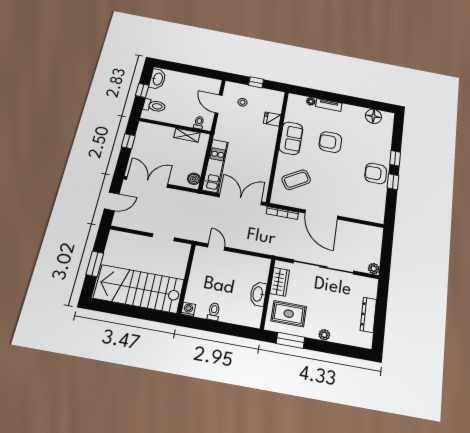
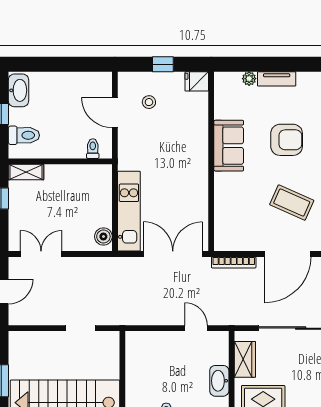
fridge: (272, 119) -> (197, 81), moved
shelving: (187, 135) -> (26, 172), moved
armchair: (330, 142) -> (287, 140), turned 180
coffee table: (296, 180) -> (292, 203), moved, turned 55
double door: (147, 182) -> (41, 254), width x0.73
door: (321, 215) -> (288, 254), hinge flipped
door: (216, 247) -> (196, 328), moved

